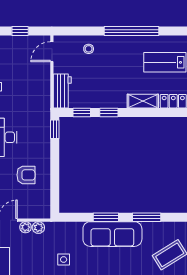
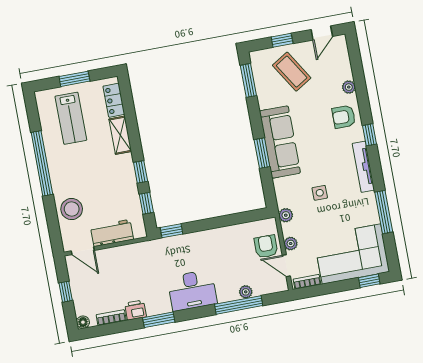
stool: (89, 49) -> (72, 209), width x1.89, depth x1.89
workbench: (62, 91) -> (112, 233), moved
armchair: (26, 175) -> (266, 246), moved
window: (147, 217) -> (248, 80), moved
plant: (38, 228) -> (286, 215), moved

